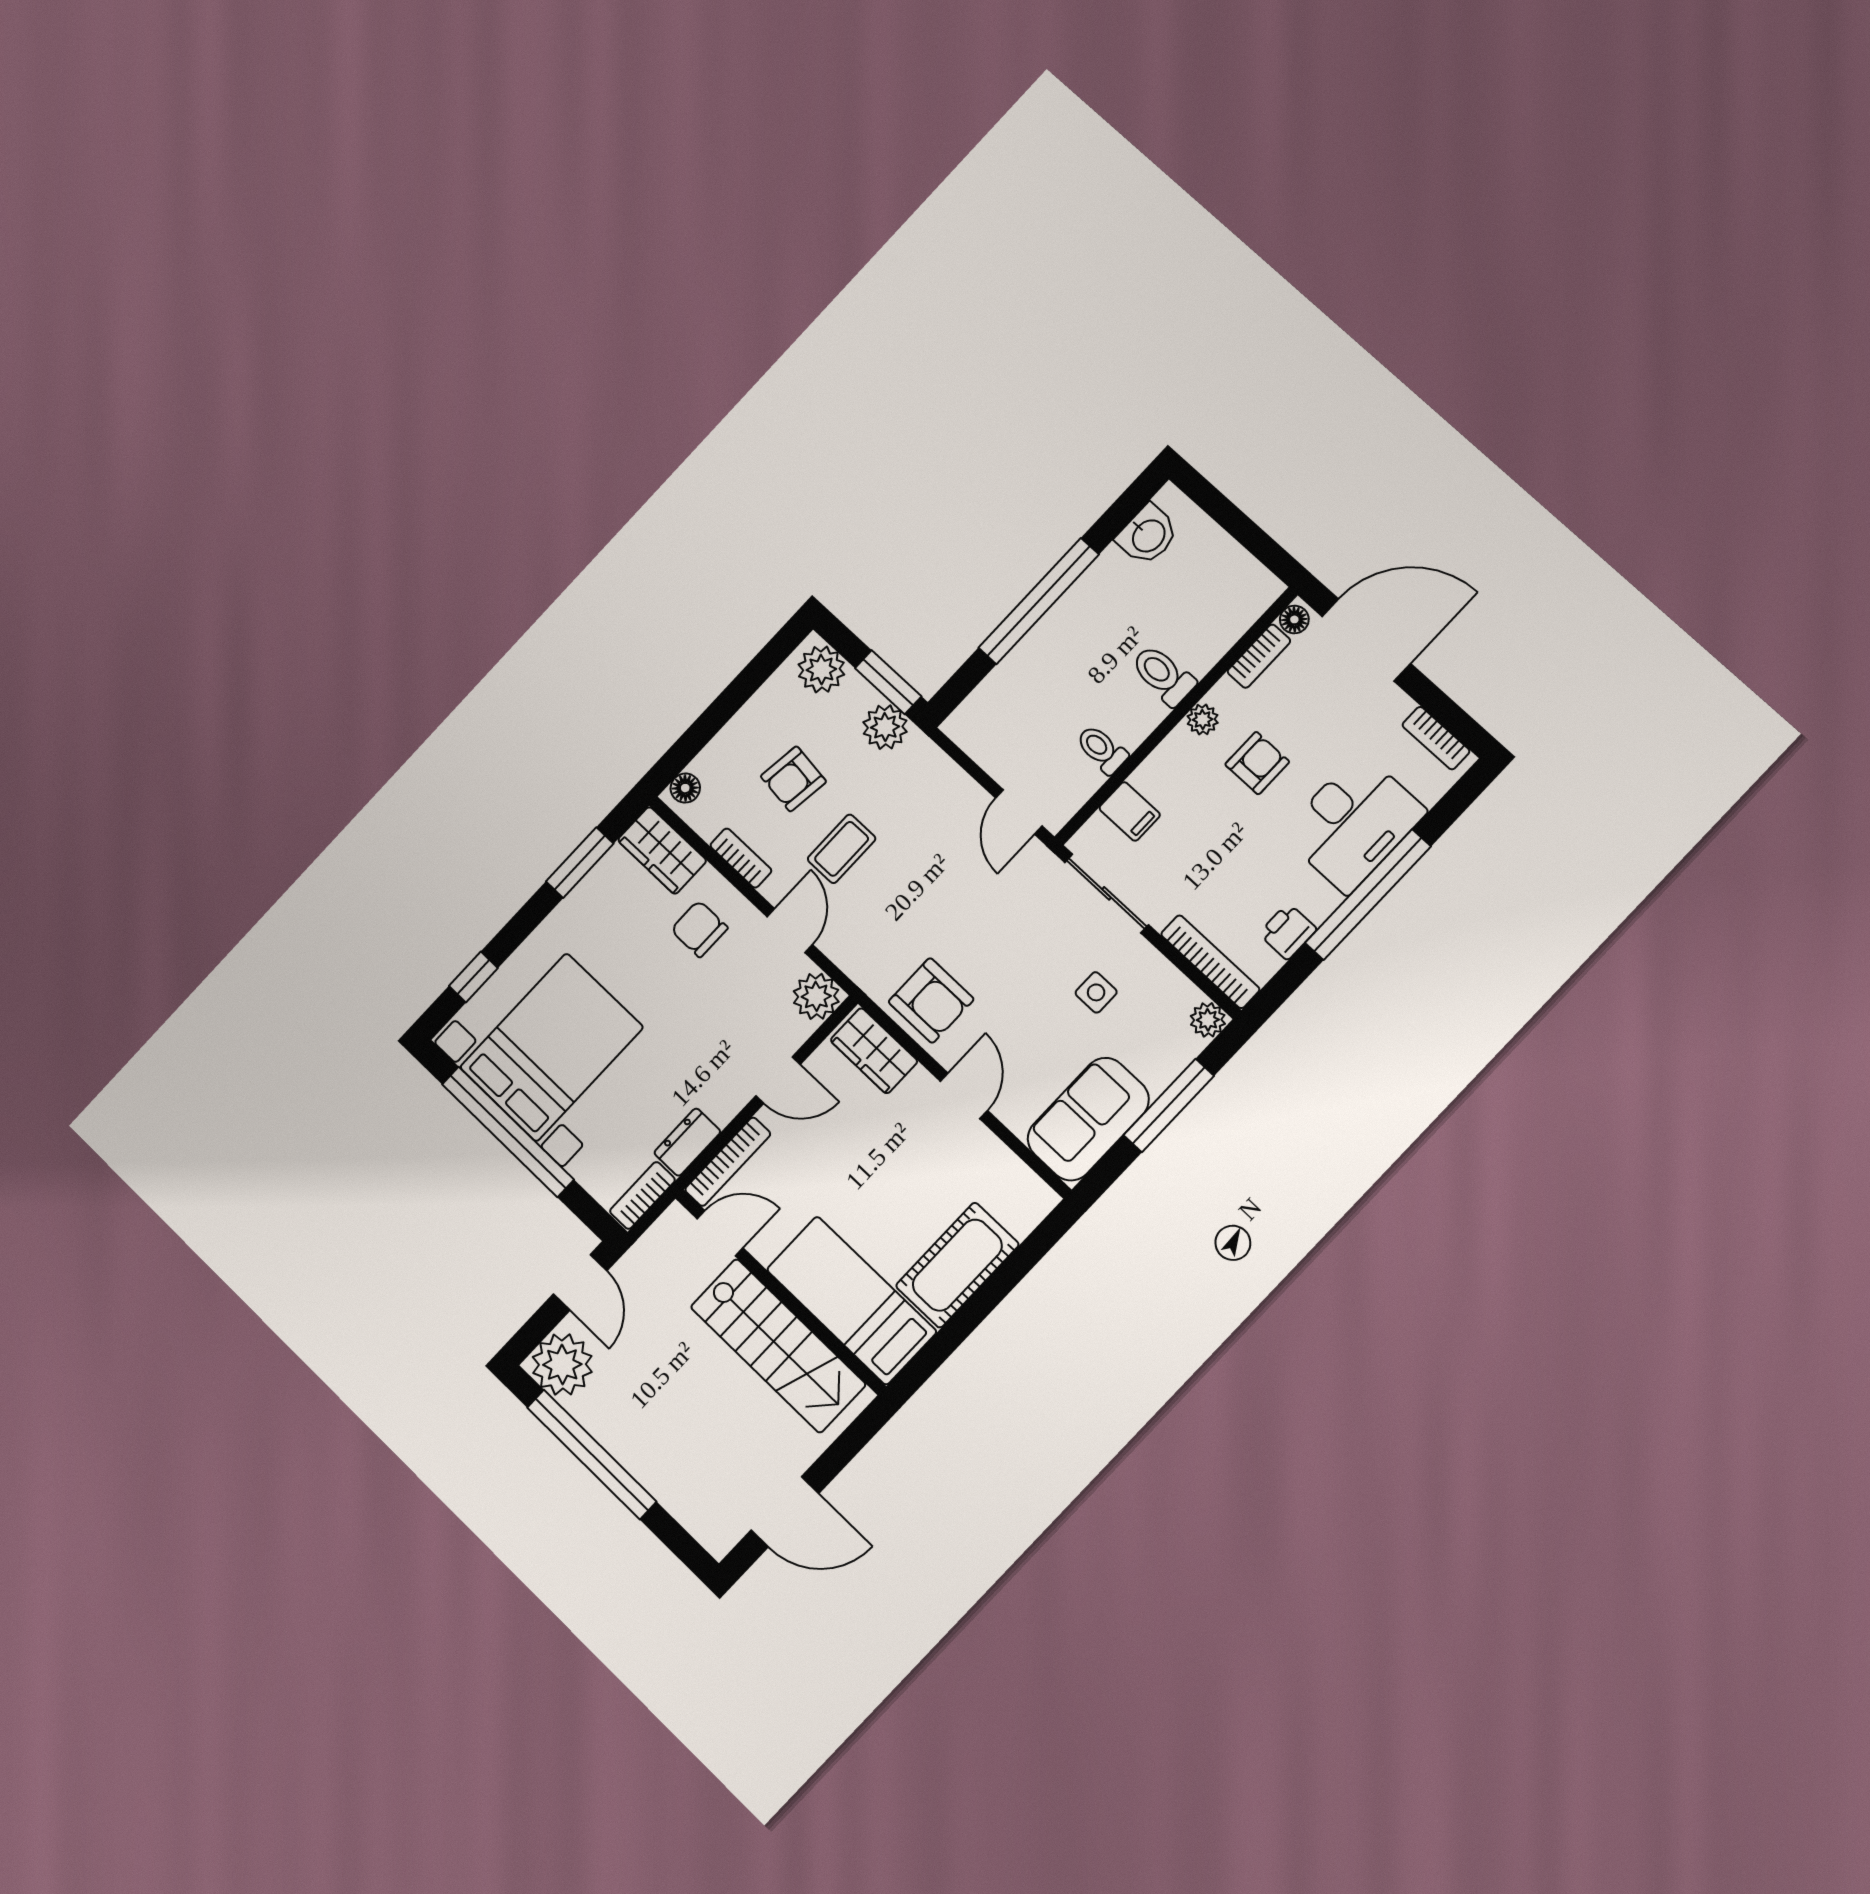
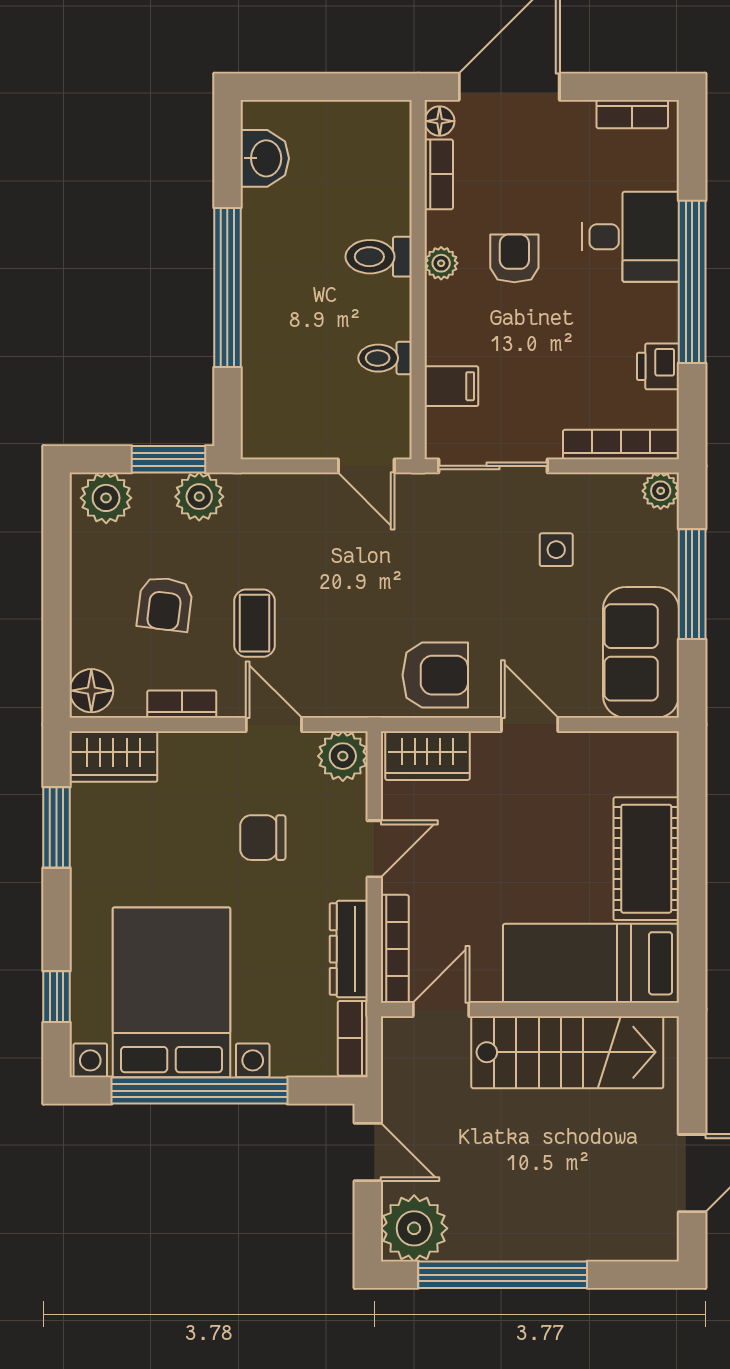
floor lamp: (685, 788) -> (91, 691), width x1.37, depth x1.37
desk: (1354, 823) -> (630, 237), width x0.73
chair: (699, 929) -> (263, 838), moved
dresser: (687, 1142) -> (349, 949), width x1.44

